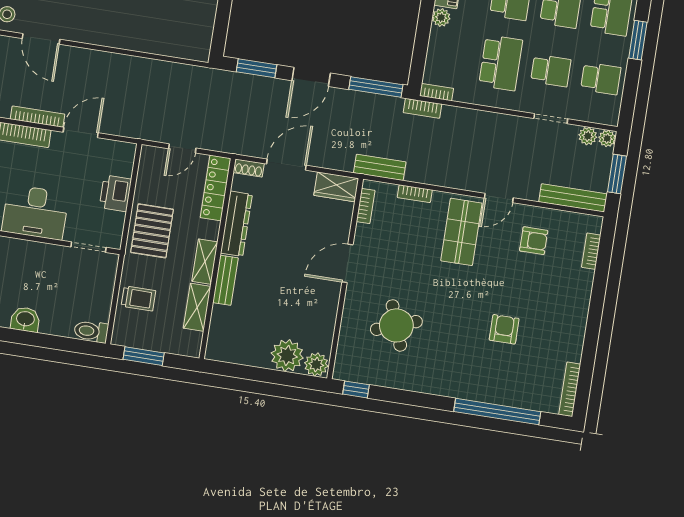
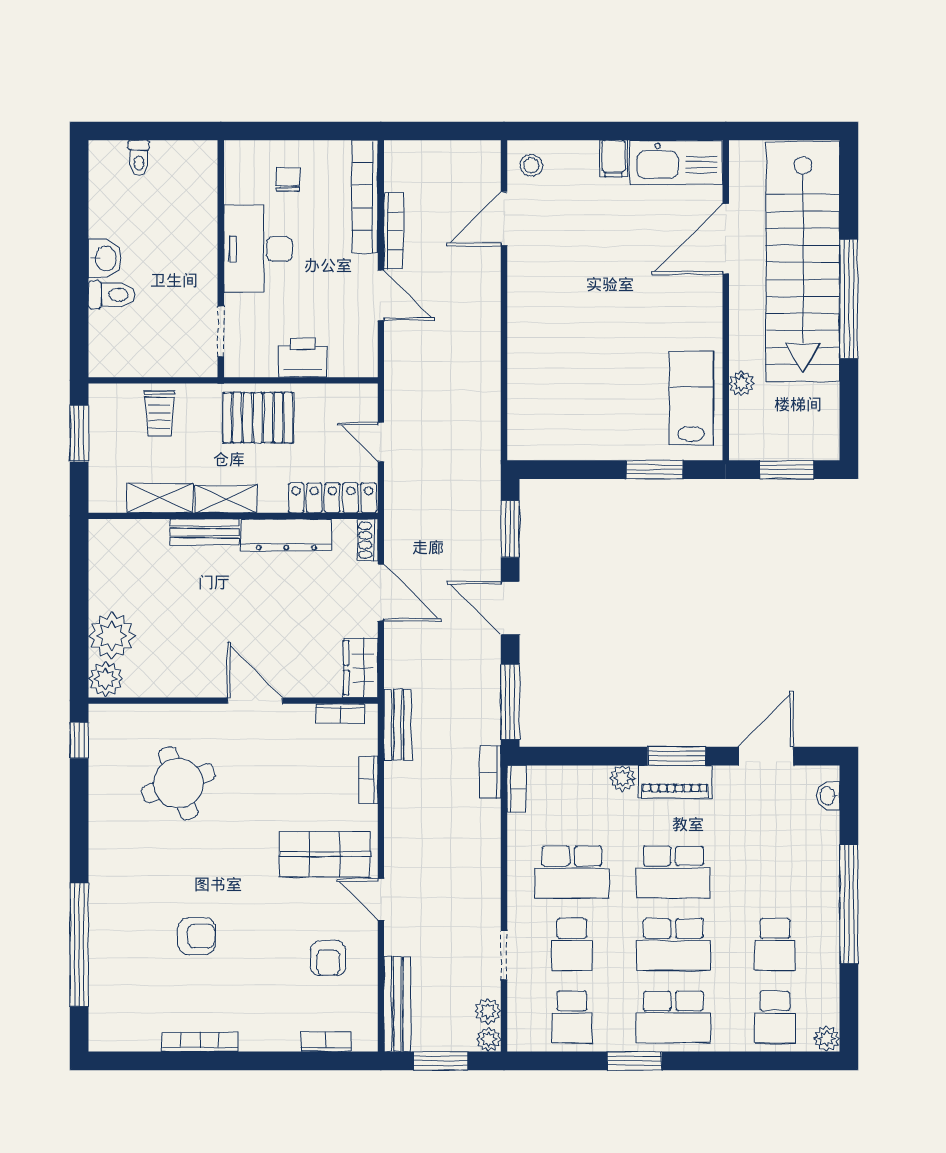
toilet: (91, 331) -> (112, 295), moved, turned 90
bookcase: (570, 389) -> (200, 1042), moved

